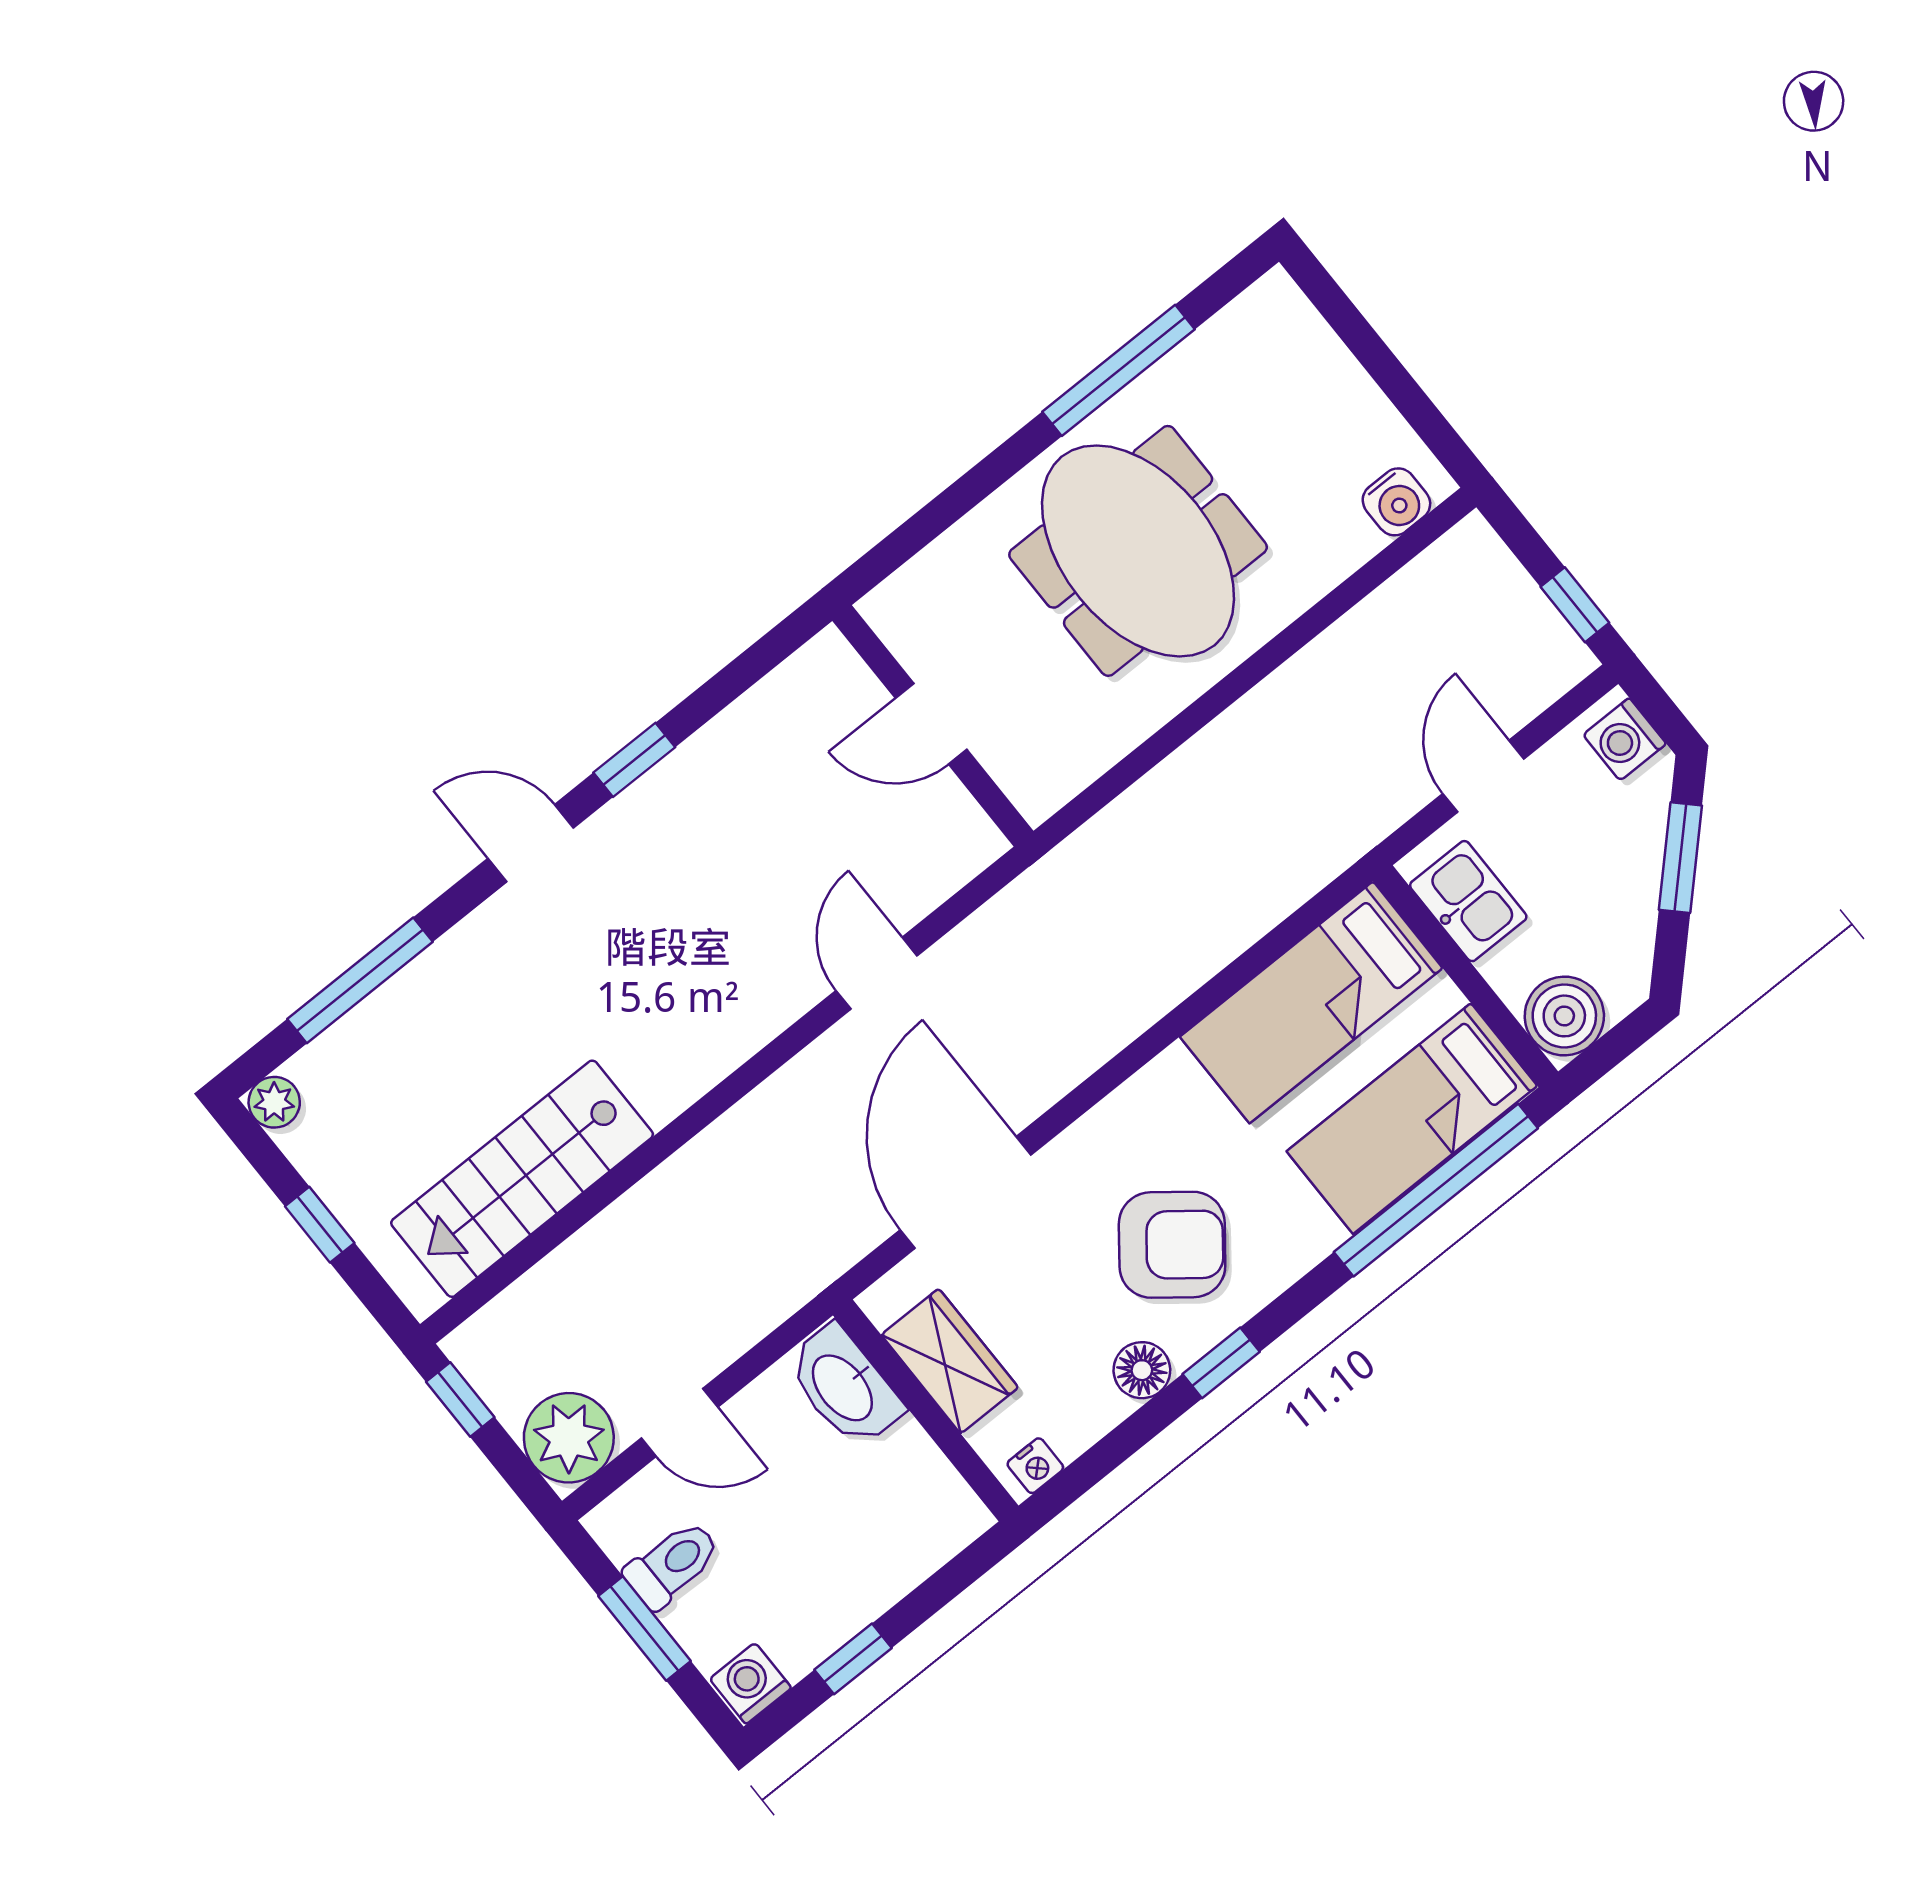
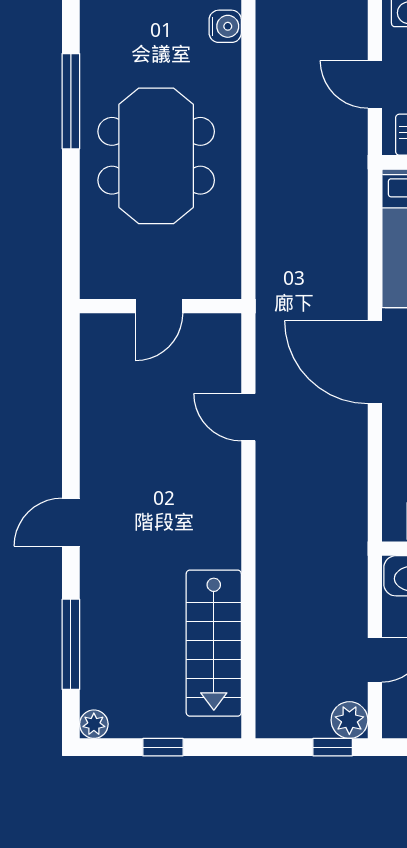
meeting table: (1138, 551) -> (156, 156), turned 90
window: (634, 760) -> (71, 448), removed
door: (966, 1192) -> (375, 362), moved
window: (460, 1400) -> (333, 747), moved
plant: (569, 1438) -> (349, 720), width x0.73, depth x0.73

